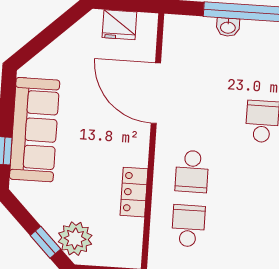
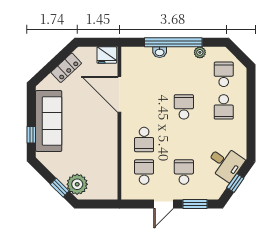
fridge: (119, 25) -> (107, 55), moved
locker: (134, 192) -> (66, 68), moved, turned -133
school desk: (255, 230) -> (184, 172), added

